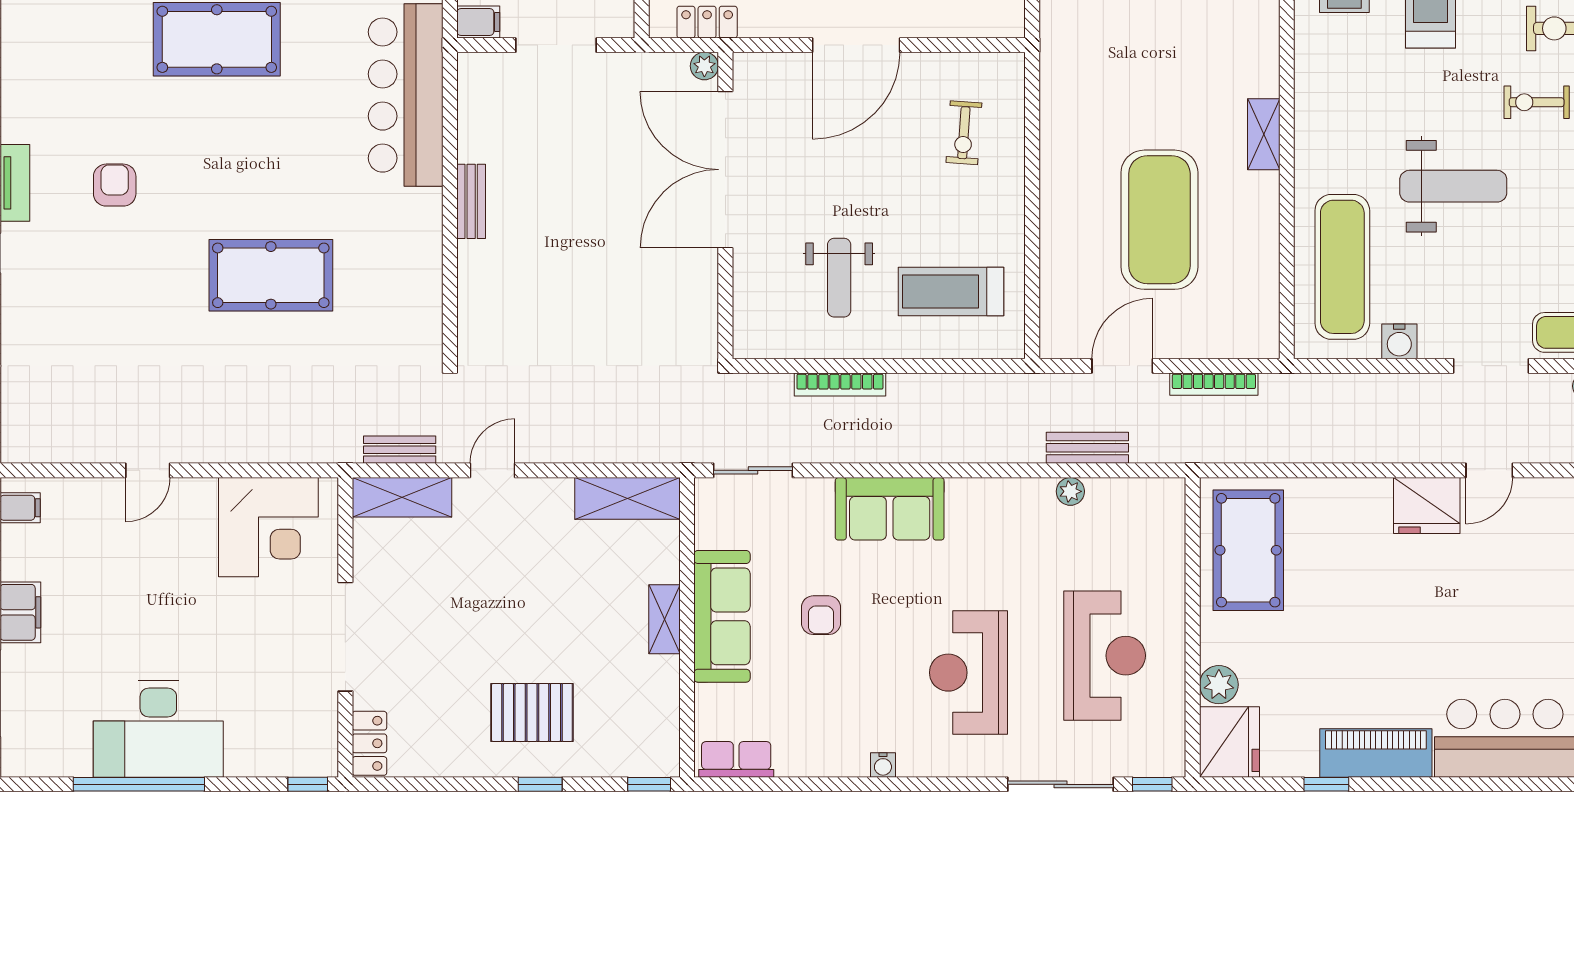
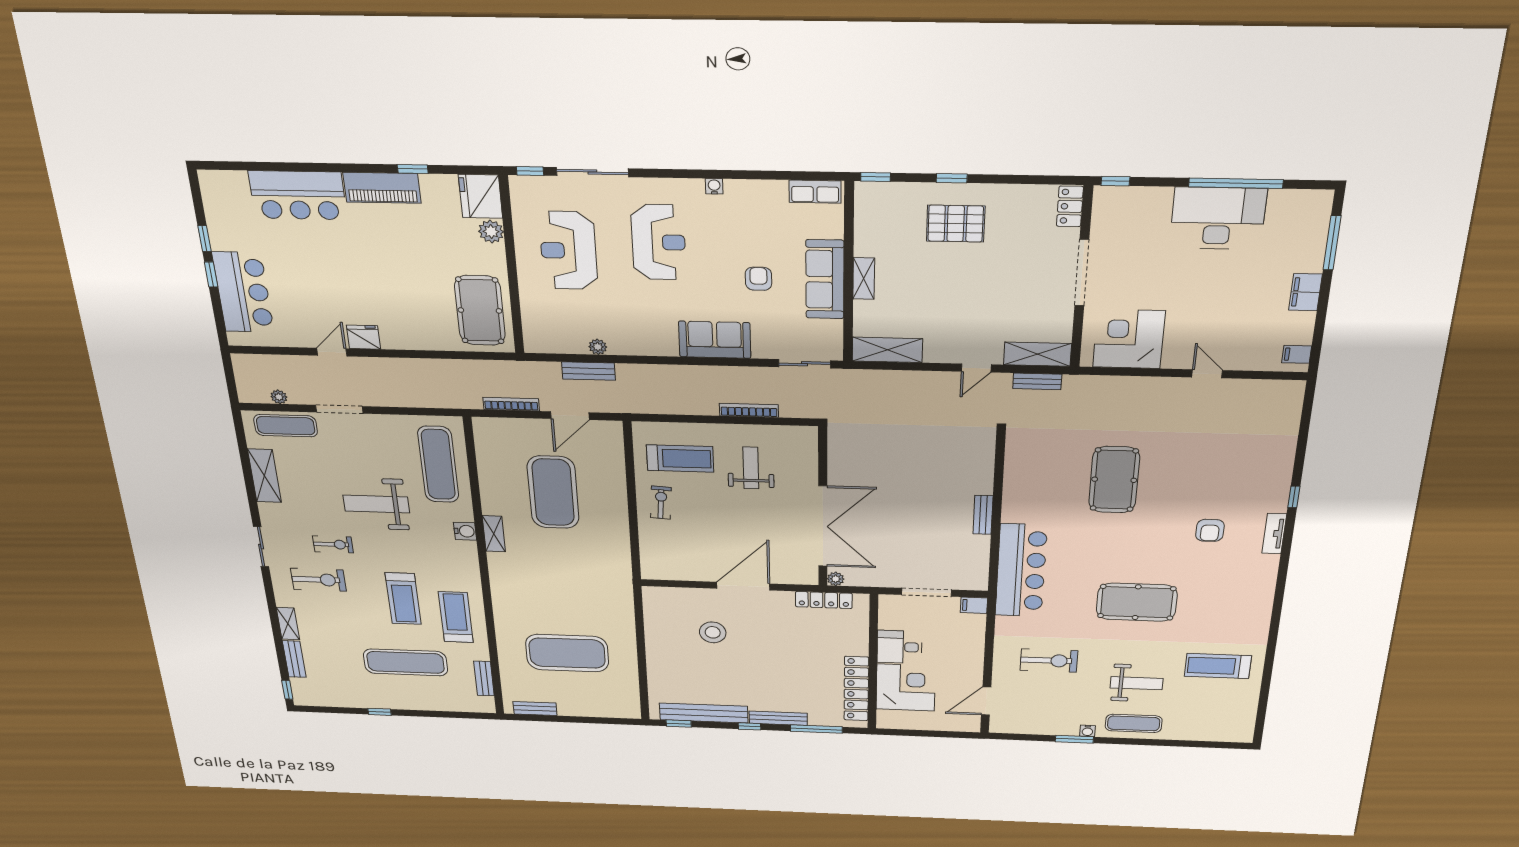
locker: (707, 22) -> (824, 600), width x1.53
exercise bike: (964, 133) -> (661, 502), moved
pool table: (271, 275) -> (1114, 480), turned 90
water cooler: (1399, 341) -> (465, 531), moved, turned 90
door: (148, 470) -> (1207, 374), hinge flipped
fridge: (1427, 505) -> (363, 337), width x0.73, depth x0.75

